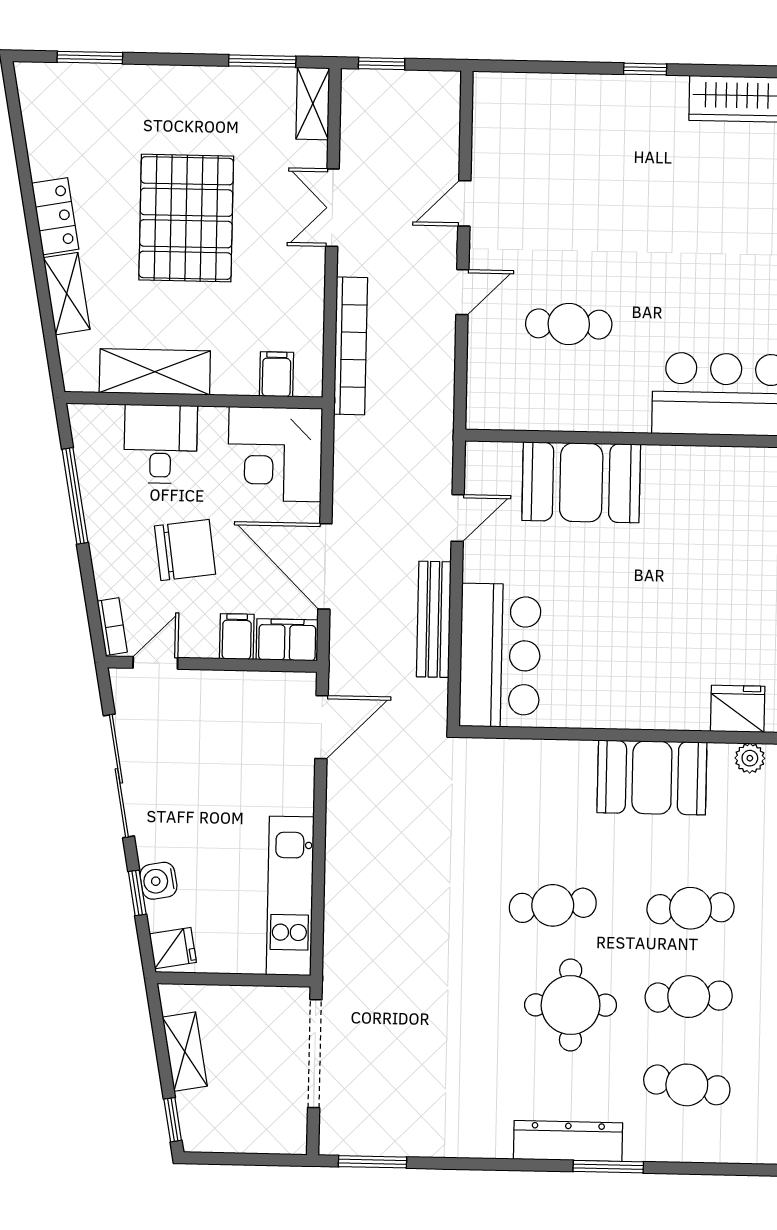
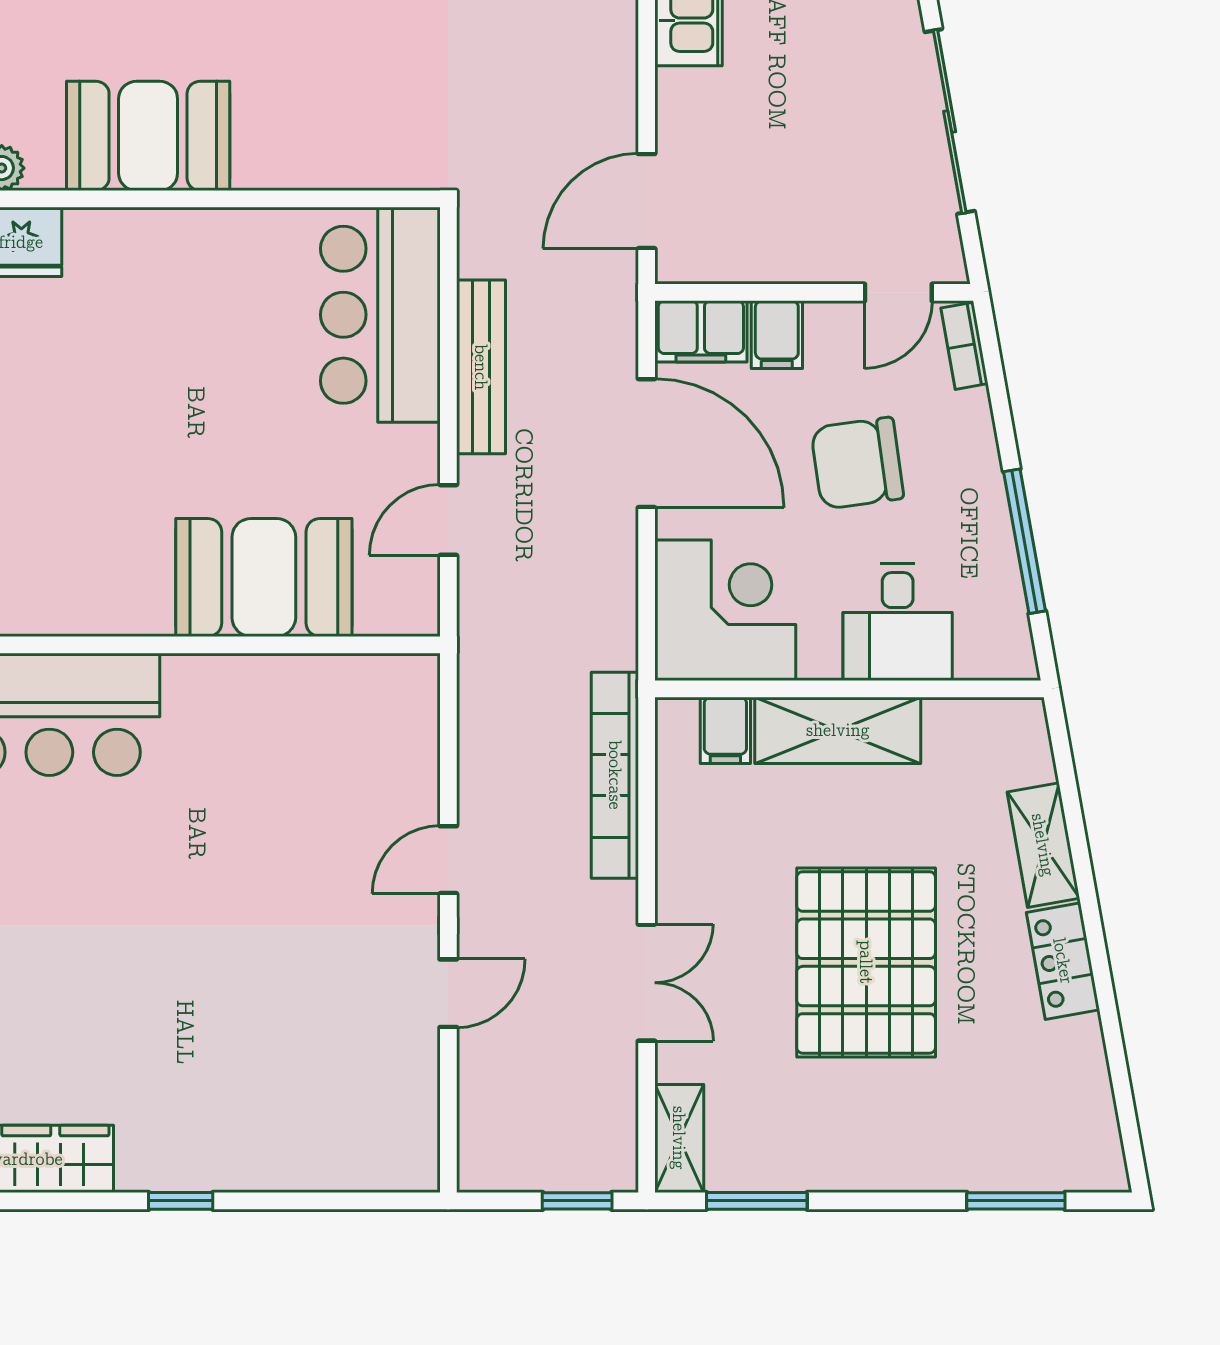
cafe table: (569, 324) -> (287, 815), removed
shelving: (155, 372) -> (838, 730), moved

